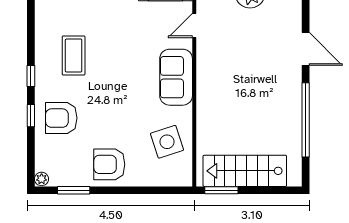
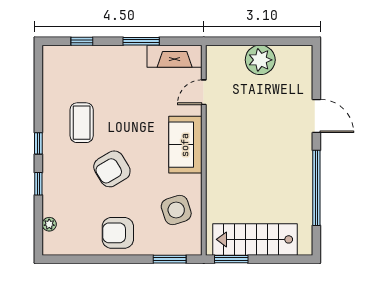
armchair: (61, 118) -> (112, 169), moved, turned -31
plant: (42, 179) -> (49, 224), moved
window: (74, 190) -> (170, 259), moved

